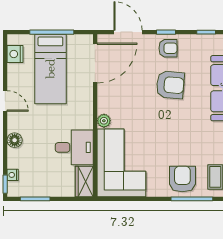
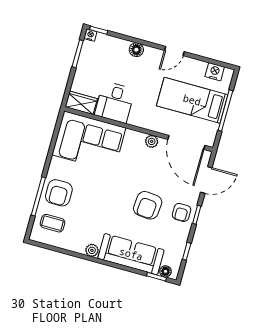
plant: (104, 121) -> (152, 141), moved
nightstand: (13, 175) -> (90, 35), moved
armchair: (182, 179) -> (59, 193), turned 90

